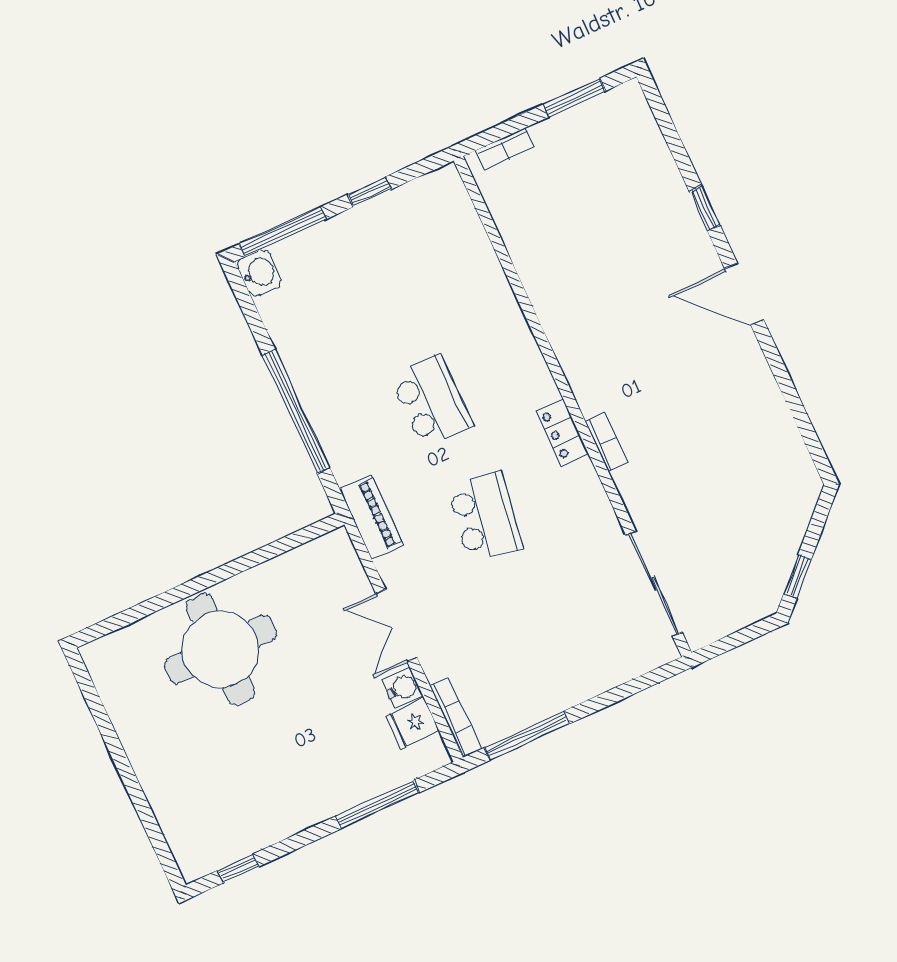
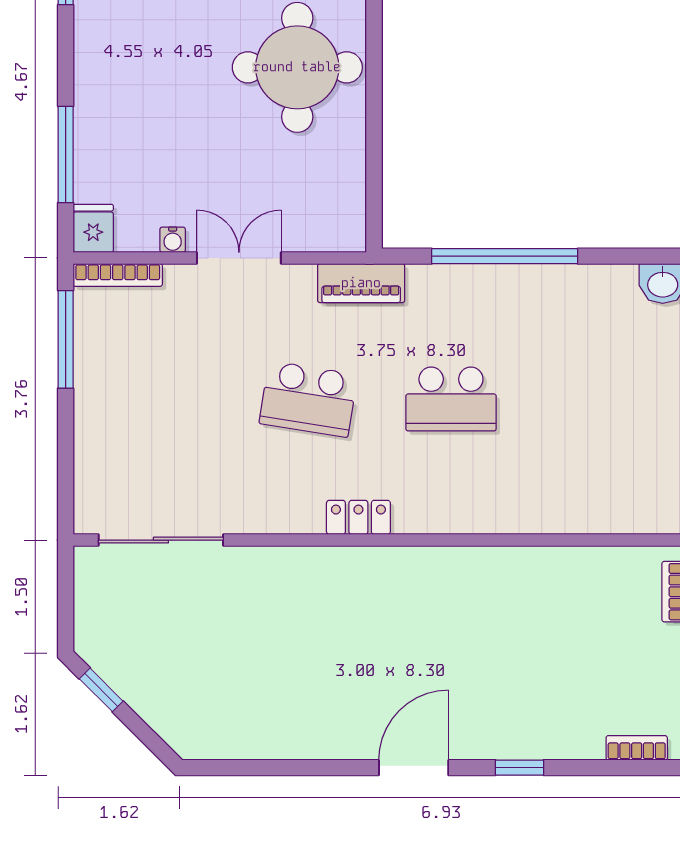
bookcase: (606, 442) -> (637, 748), moved, turned 180
water cooler: (402, 688) -> (173, 240), width x0.72, depth x0.72
fridge: (412, 723) -> (93, 228), moved

